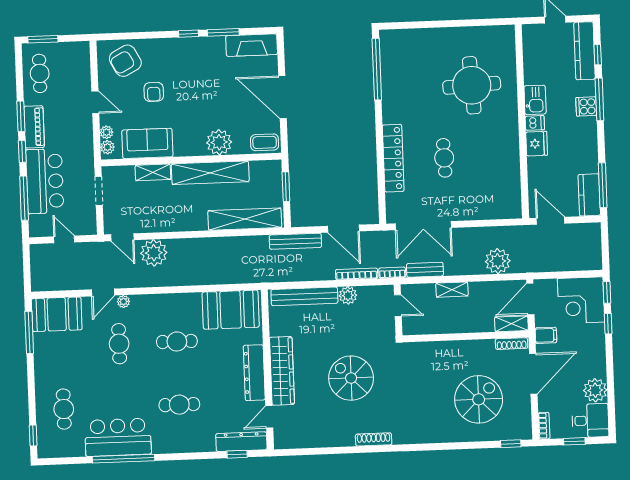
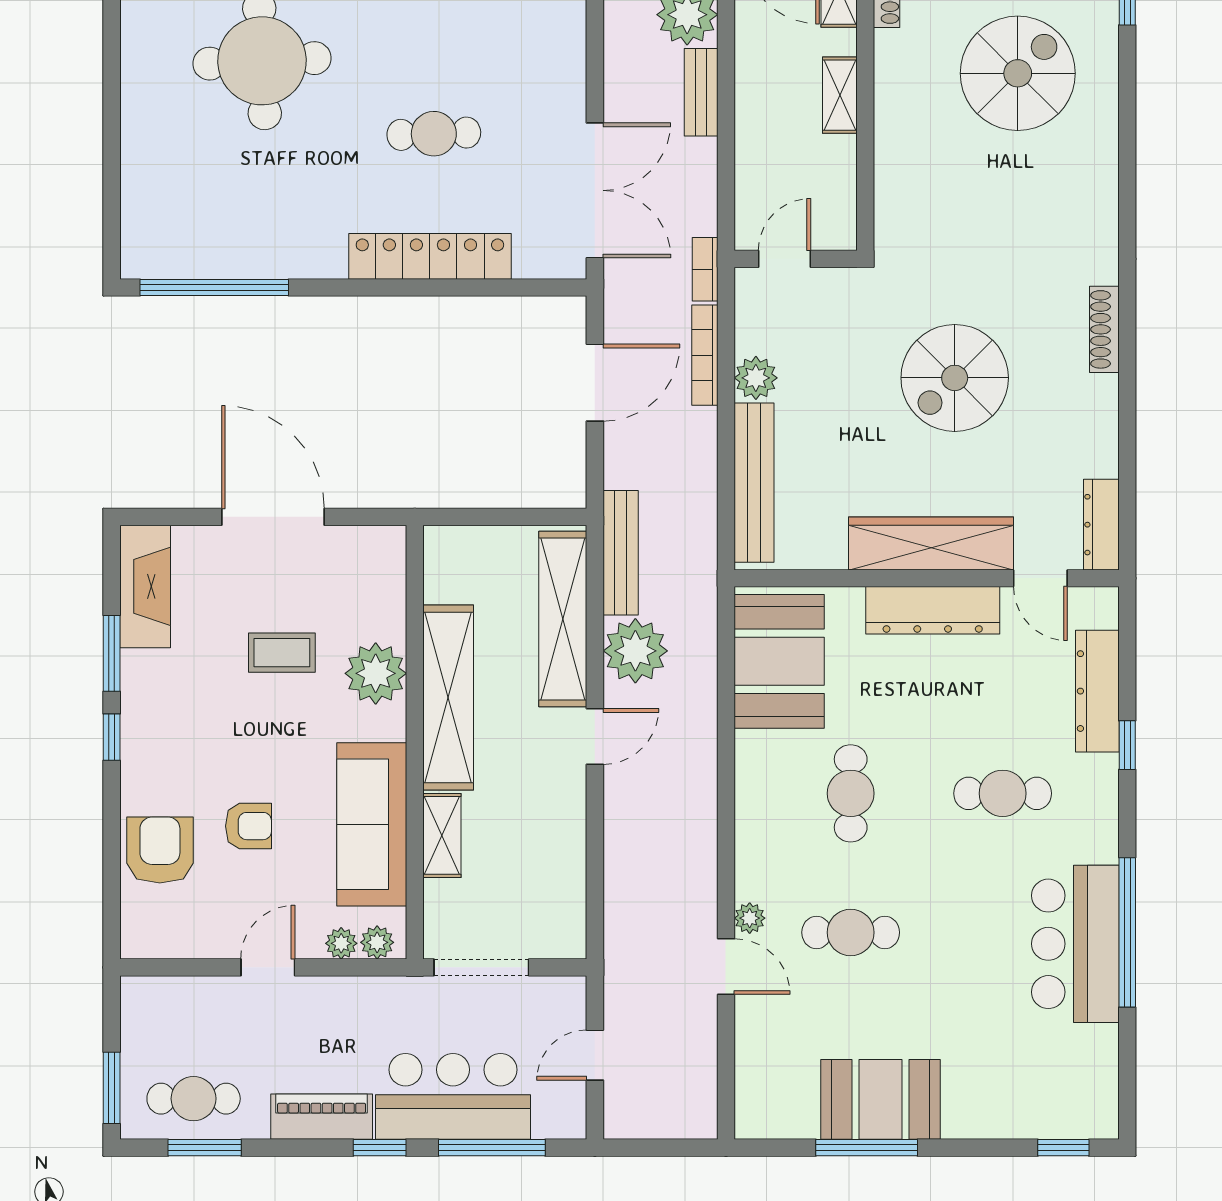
armchair: (125, 61) -> (160, 850), moved, turned -152
door: (282, 97) -> (273, 517), swing flipped
window: (21, 116) -> (205, 1148), moved
coffee table: (265, 142) -> (282, 653), moved, turned 90
sofa: (147, 143) -> (372, 824), width x1.36
window: (286, 187) -> (488, 517), removed
doorway: (99, 191) -> (481, 967), width x1.38
door: (122, 237) -> (595, 736), moved
bench: (295, 241) -> (621, 553), moved
plant: (154, 253) -> (635, 651), moved
bench: (425, 270) -> (701, 92), moved
shelving: (452, 290) -> (840, 95), moved
booth: (57, 314) -> (880, 1099), moved, turned 90
window: (29, 332) -> (867, 1148), moved
spiral stairs: (479, 399) -> (1018, 73), turned 90
cafe table: (179, 405) -> (1003, 793), turned 90
cafe table: (64, 409) -> (1003, 1072), removed
dresser: (292, 441) -> (1101, 525), added
dresser: (241, 442) -> (1097, 691), moved
window: (237, 454) -> (1127, 745), moved

